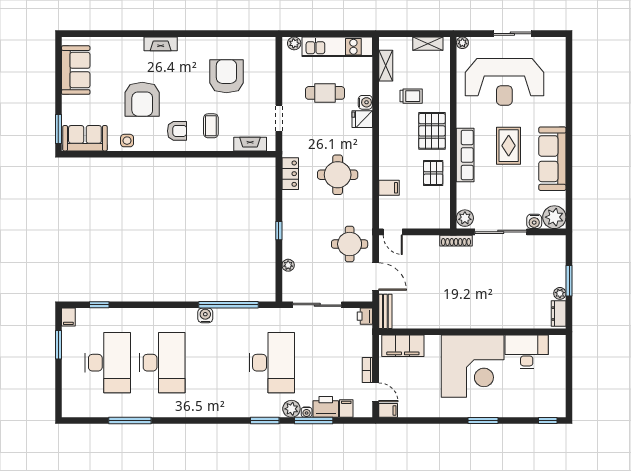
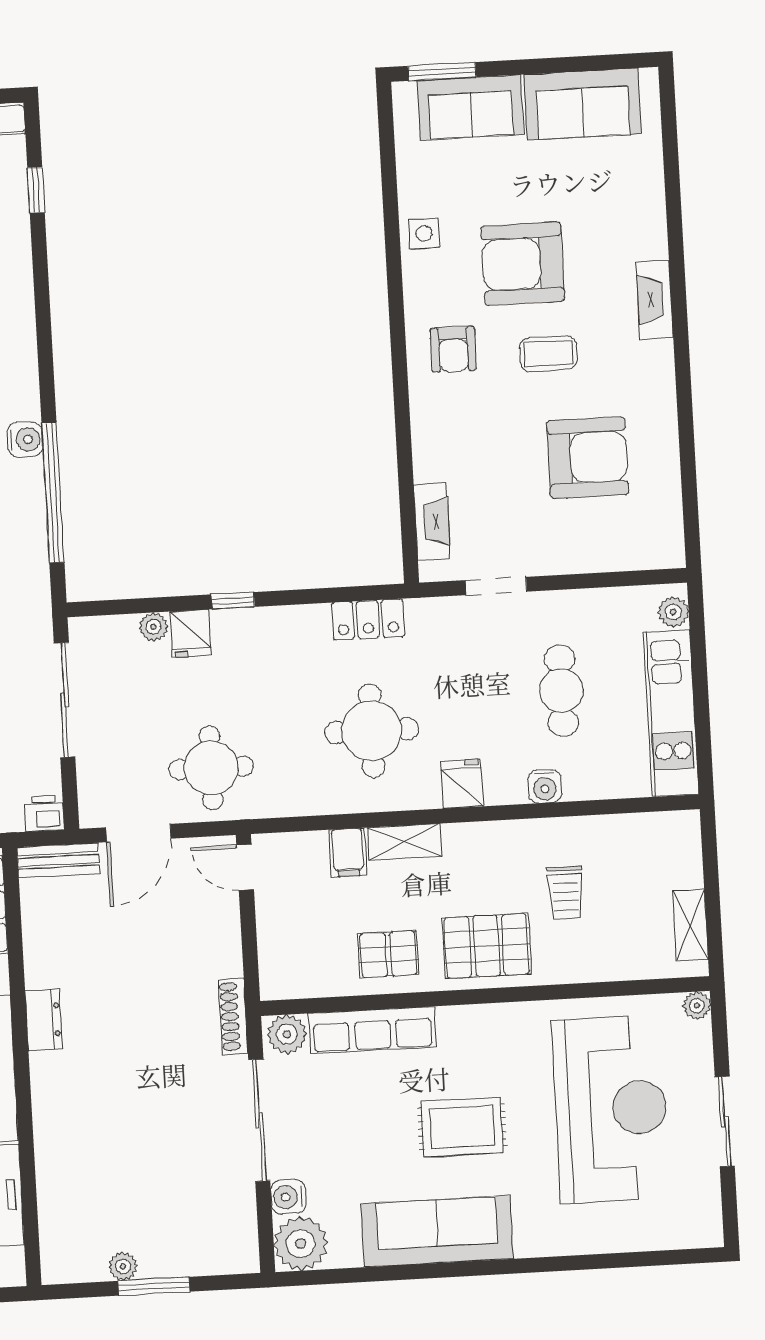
shelving: (386, 66) -> (404, 842), moved
reception desk: (504, 82) -> (611, 1109), turned 180
fridge: (362, 119) -> (462, 784), moved
coffee table: (211, 126) -> (548, 354), moved
sofa: (85, 138) -> (471, 107), moved, turned 90
row of seats: (465, 155) -> (372, 1030), moved
door: (393, 232) -> (245, 867), hinge flipped
fridge: (292, 250) -> (190, 634), added
dresser: (559, 314) -> (44, 1020), moved, turned 90

